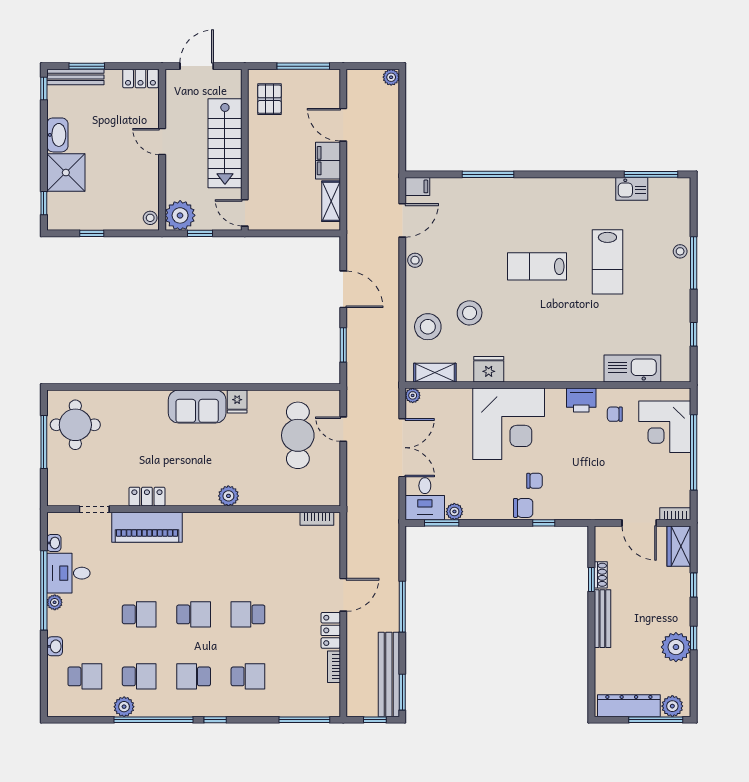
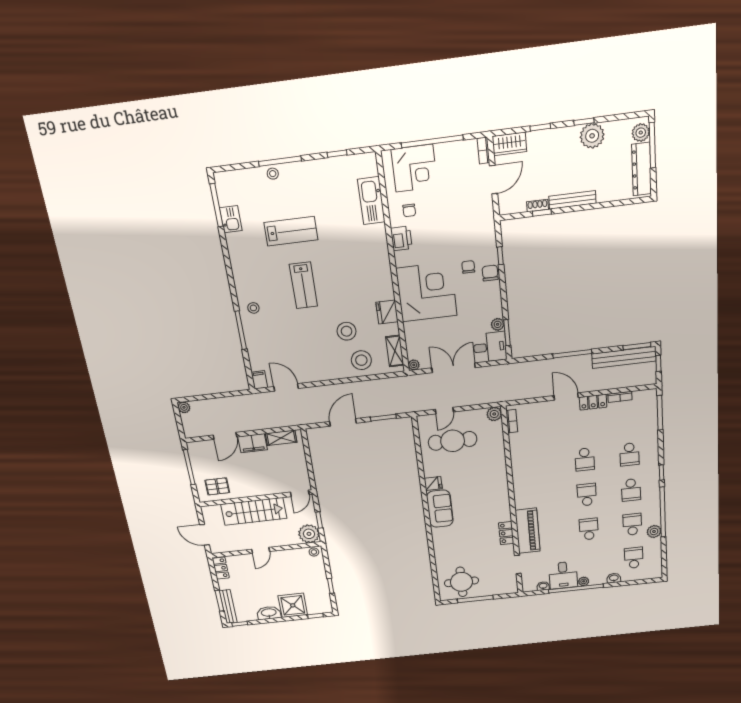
stool: (415, 260) -> (253, 308), moved
plant: (228, 496) -> (494, 414), moved
school desk: (248, 676) -> (629, 454), turned 180

